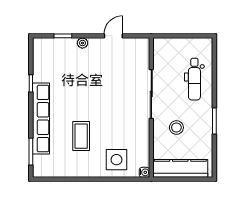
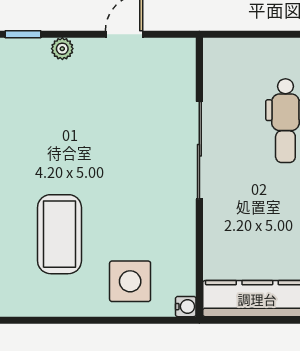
stool: (176, 127) -> (250, 217), removed
coffee table: (81, 136) -> (59, 234), width x1.36, depth x1.32

